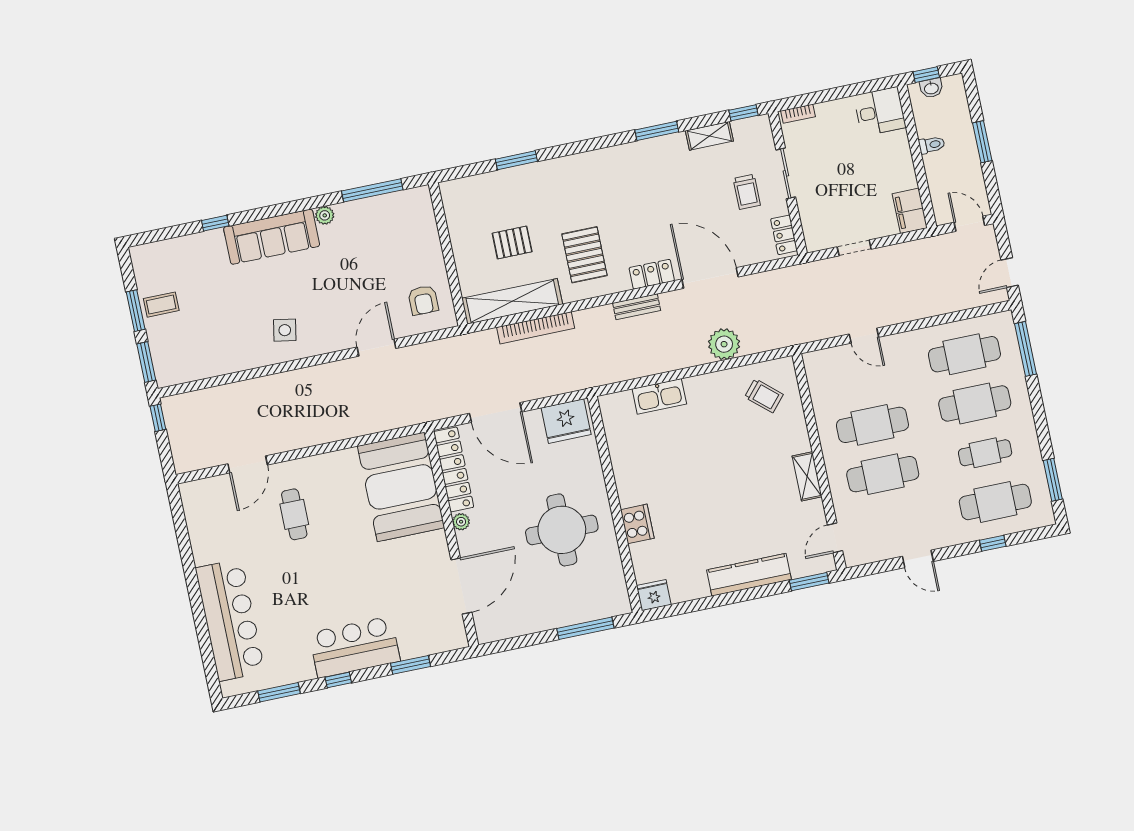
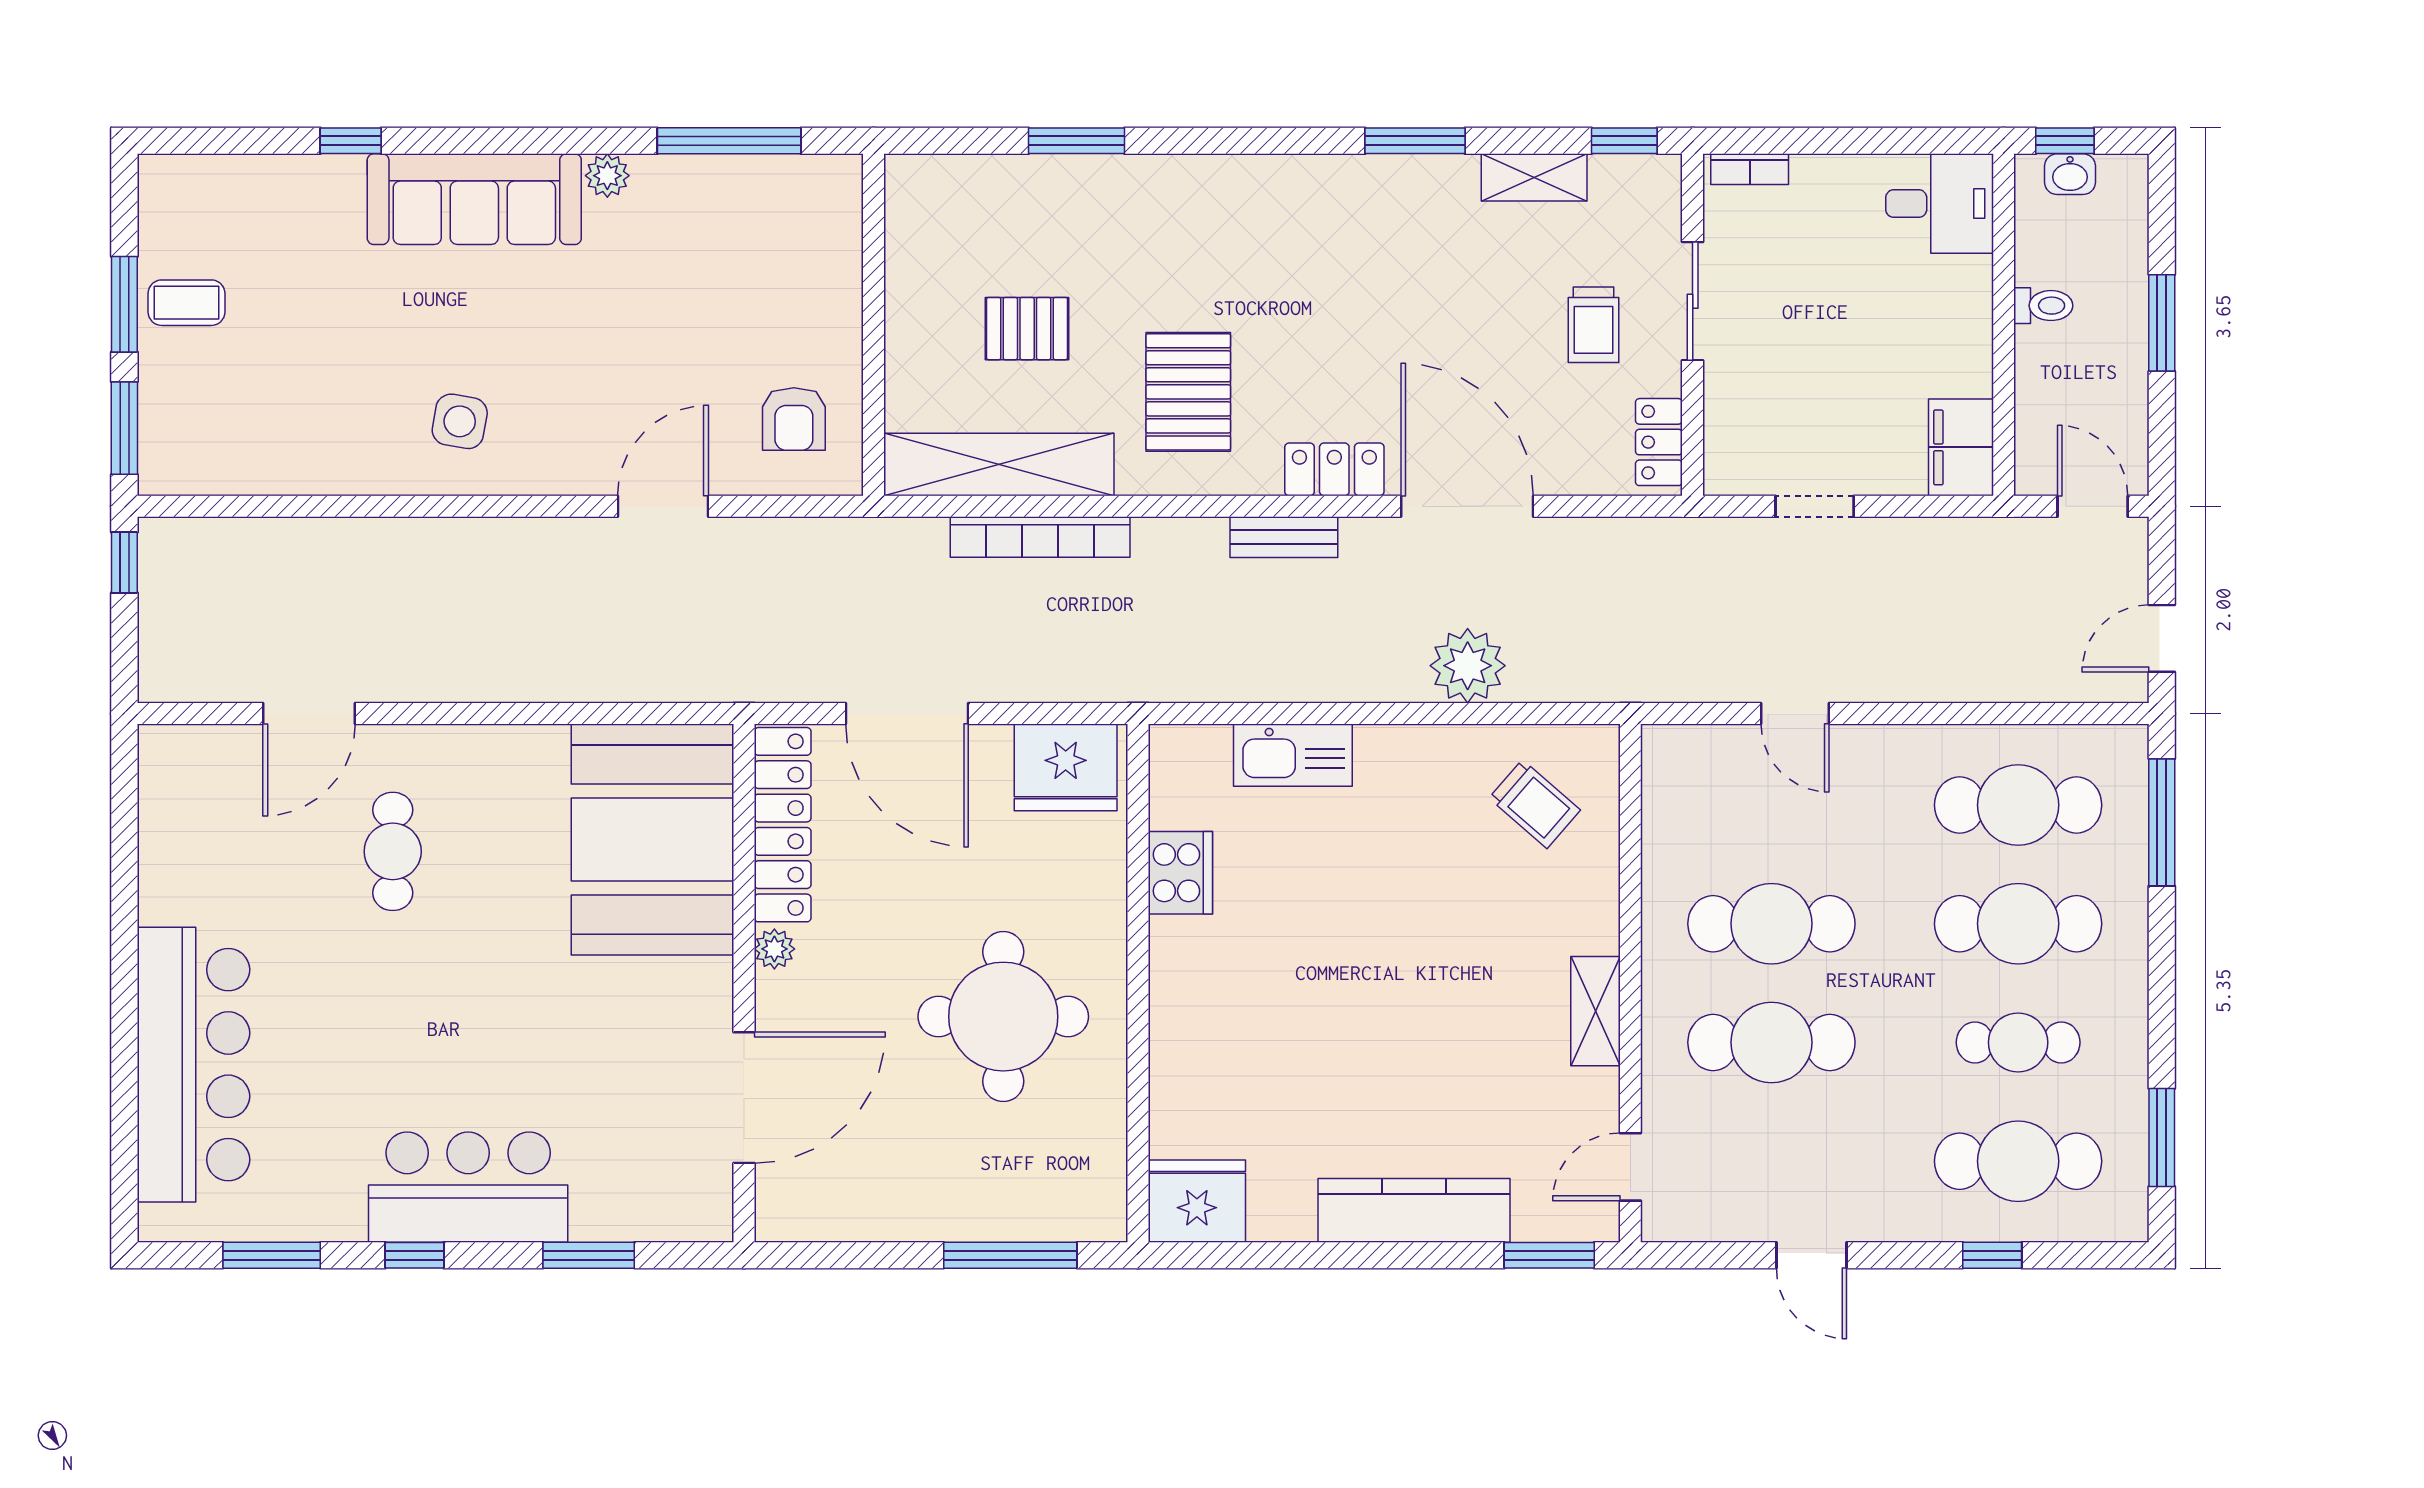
cooker: (637, 524) -> (1180, 873), moved
fridge: (654, 595) -> (1197, 1201), width x1.36, depth x1.34

